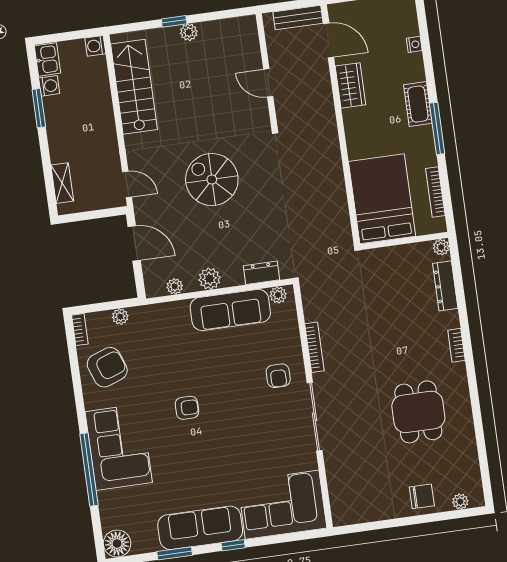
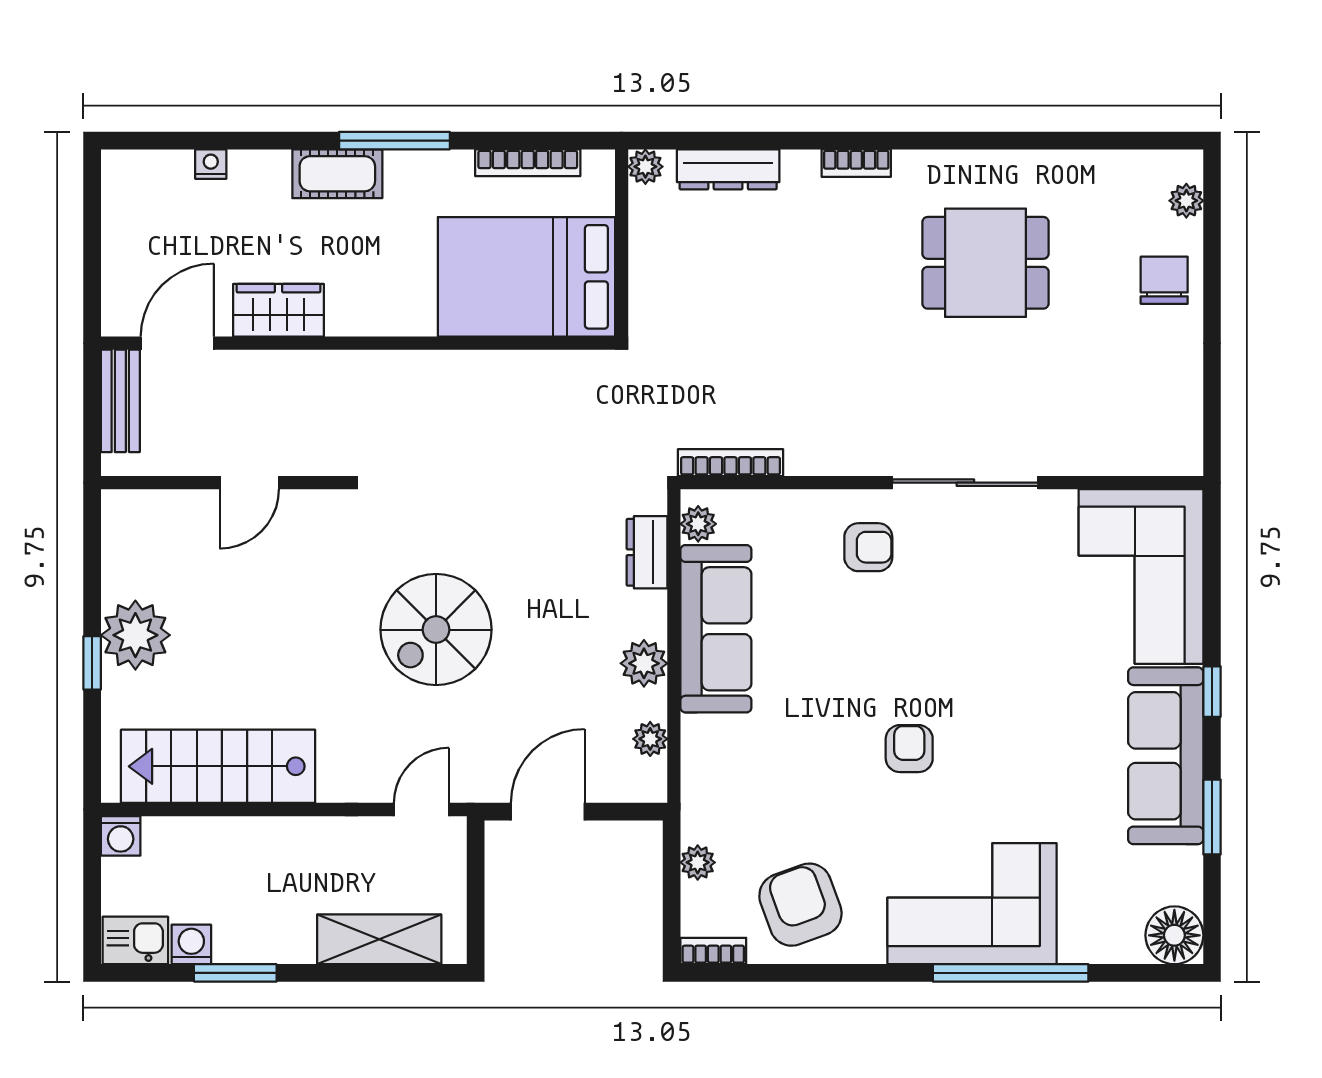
plant: (189, 32) -> (135, 635), width x1.88, depth x1.88
shelving: (62, 183) -> (379, 939), width x1.50, depth x1.33
bookcase: (314, 347) -> (730, 463), moved

